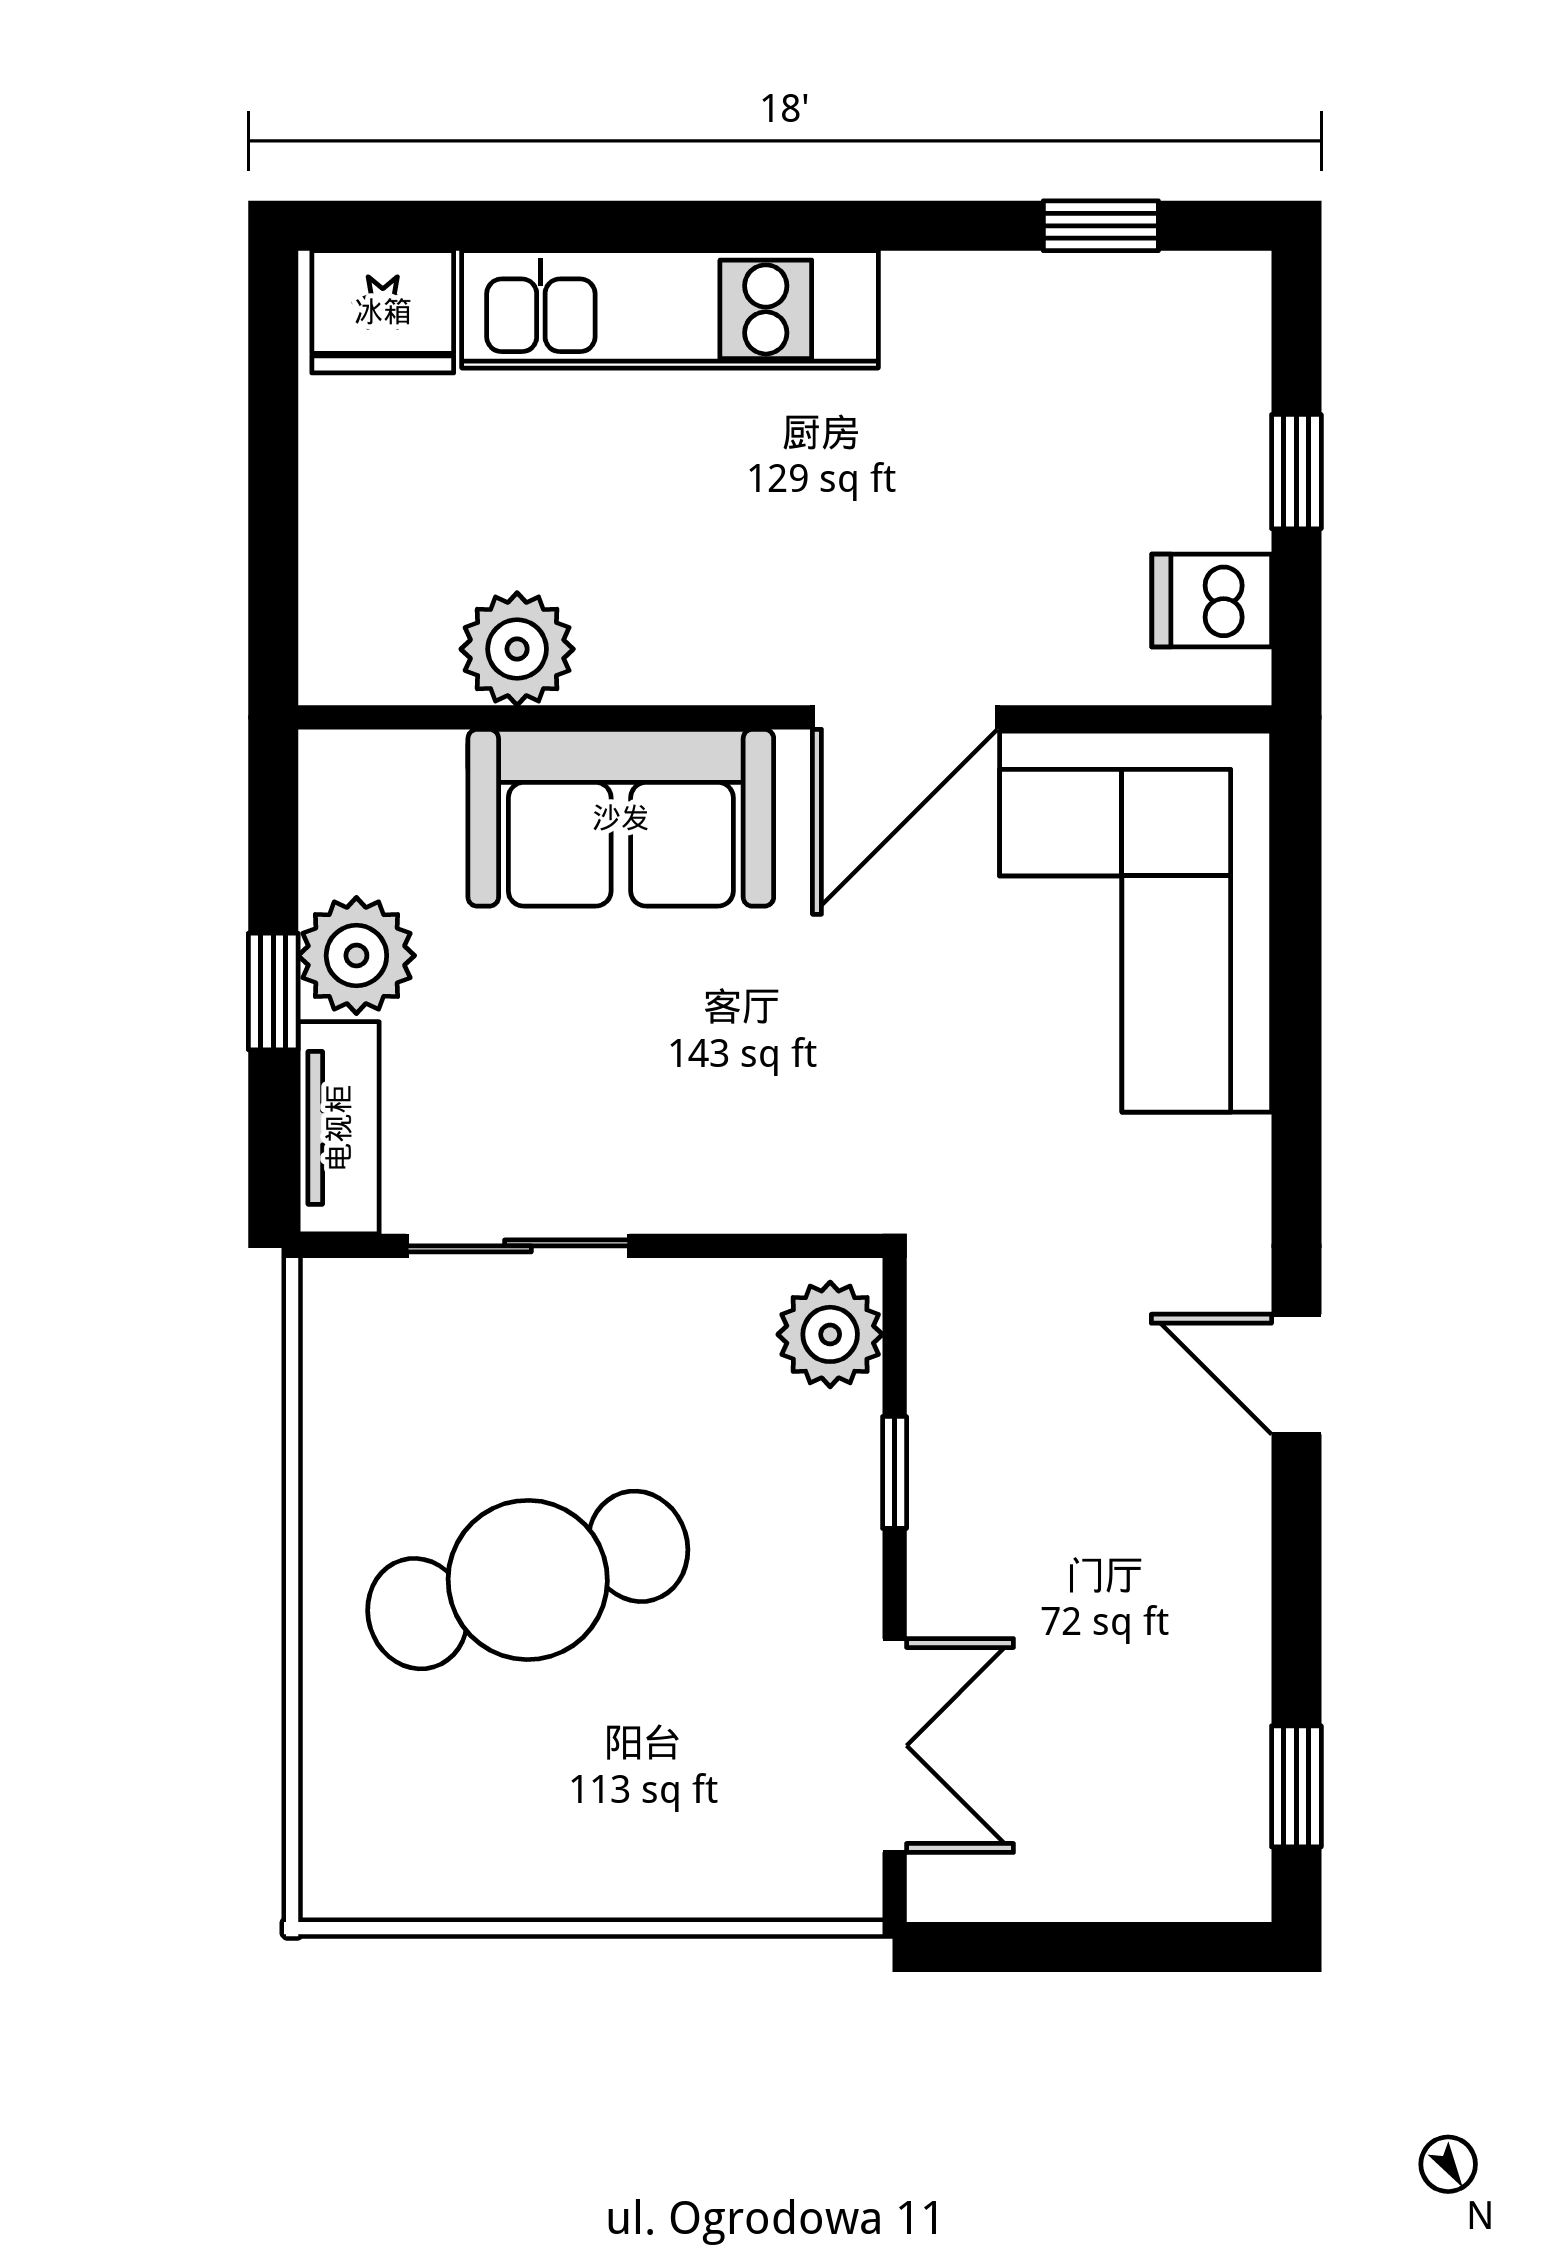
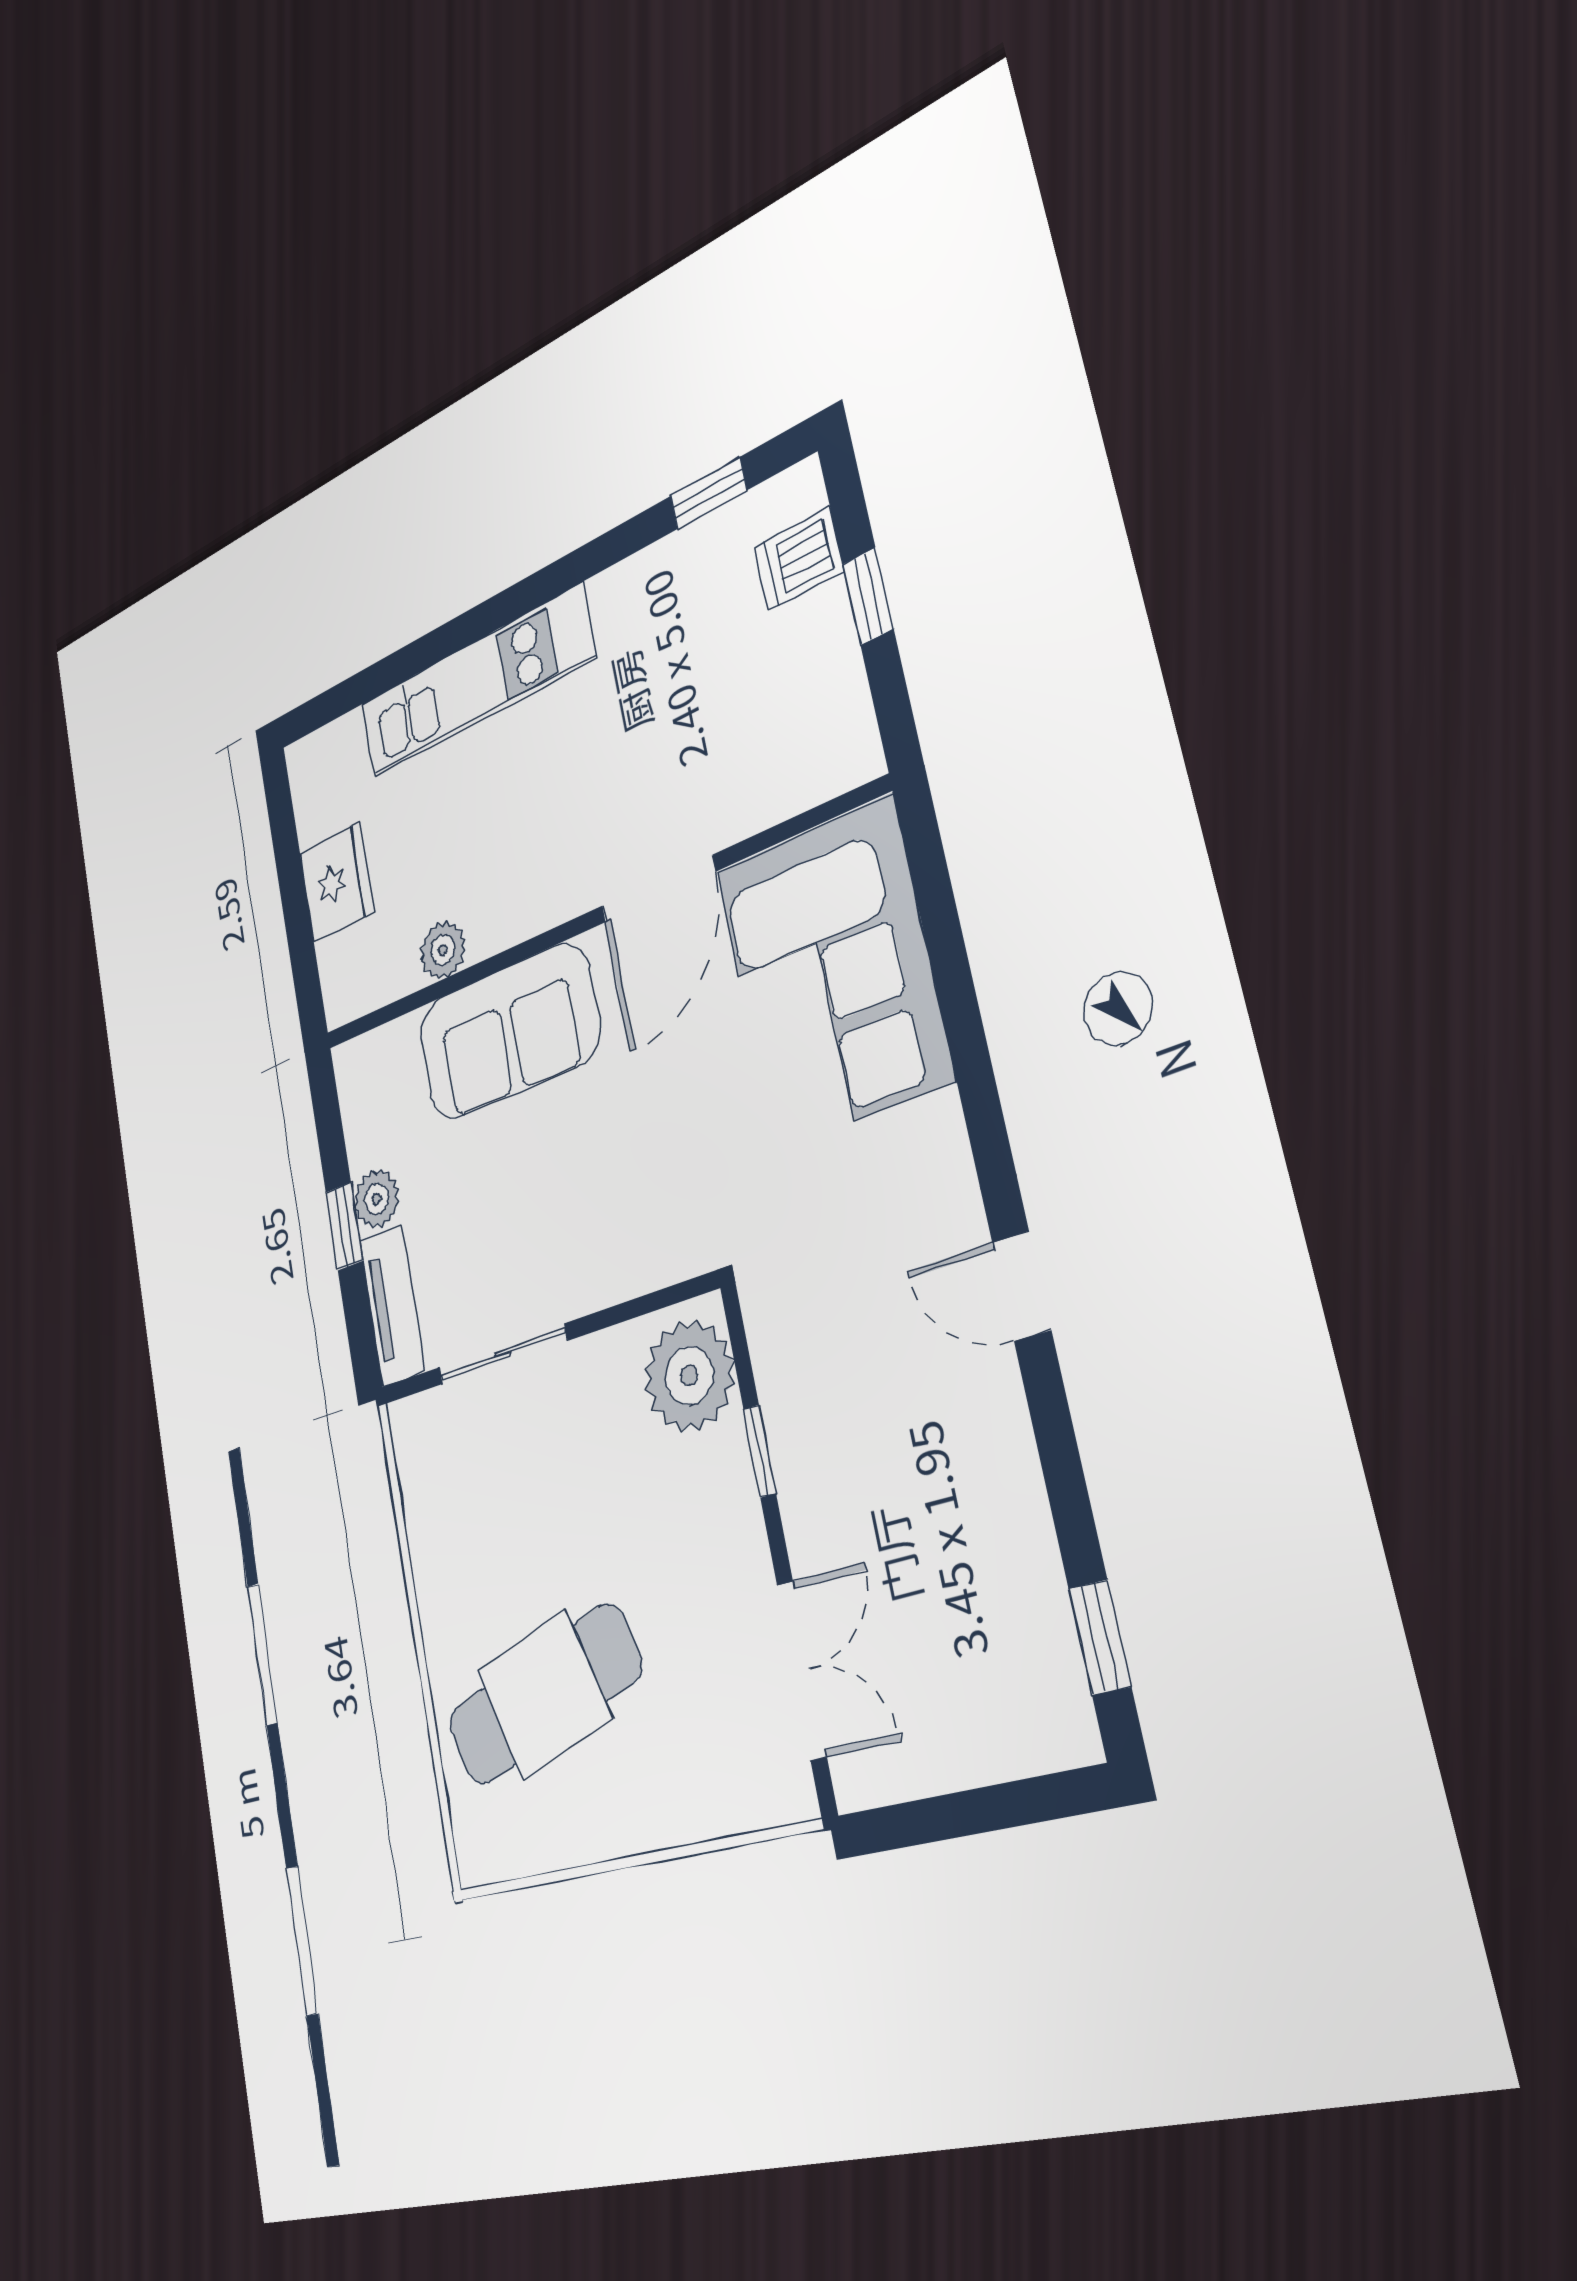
fridge: (383, 312) -> (337, 882), moved, turned -90
dishwasher: (1212, 600) -> (799, 559), moved
plant: (517, 649) -> (443, 950), width x0.73, depth x0.73
plant: (356, 956) -> (376, 1199), width x0.73, depth x0.73
plant: (830, 1334) -> (689, 1376), width x1.36, depth x1.36
cafe table: (528, 1580) -> (544, 1695), moved

